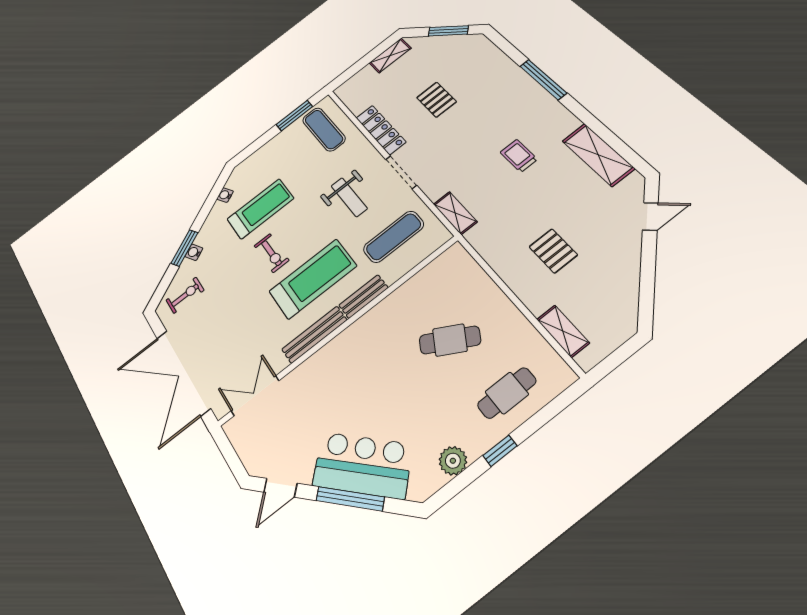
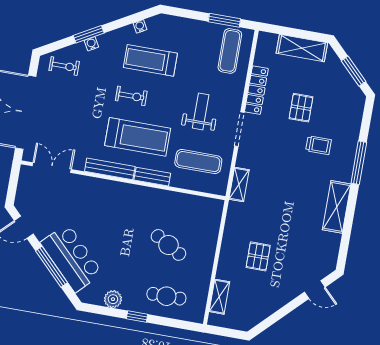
shelving: (390, 56) -> (302, 48), width x1.50, depth x1.33
shelving: (598, 155) -> (337, 207), moved
trolley: (519, 156) -> (318, 145), moved, turned 90
weight bench: (349, 197) -> (201, 111), turned 180
treadmill: (260, 209) -> (150, 60), turned 180
exercise bike: (271, 253) -> (131, 96), turned -90

